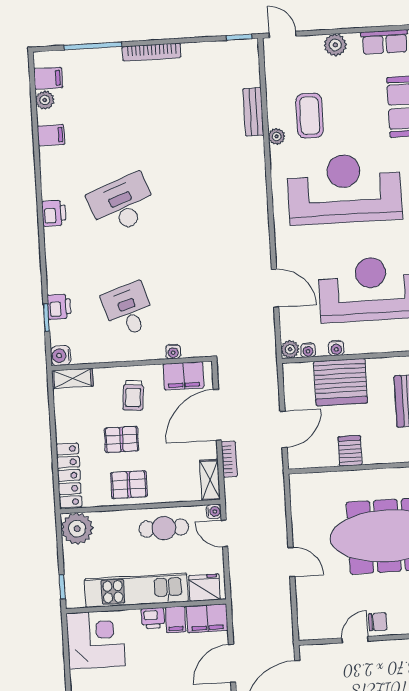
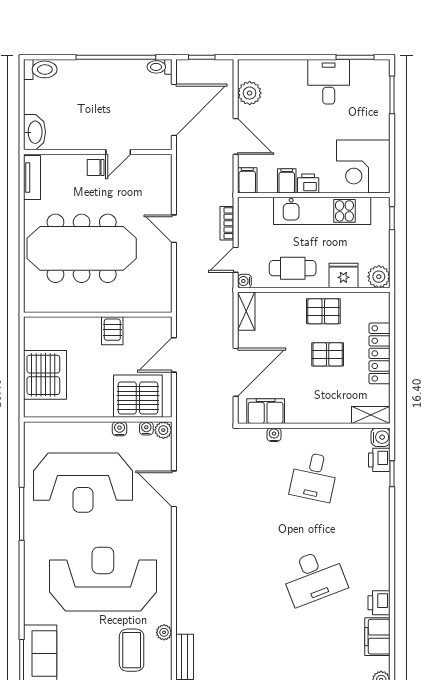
filing cabinet: (51, 135) -> (377, 637), width x2.00
reception desk: (344, 189) -> (103, 579), turned 180
printer: (54, 213) -> (379, 603), moved
printer: (59, 307) -> (379, 460), moved
desk: (128, 310) -> (314, 477), turned 30
server rack: (341, 382) -> (138, 396), moved
trolley: (133, 395) -> (314, 395), removed
bookcase: (229, 459) -> (227, 223), moved
locker: (69, 475) -> (380, 353), moved
plant: (77, 529) -> (379, 277), width x0.73, depth x0.73
door: (224, 533) -> (236, 260), swing flipped
fridge: (204, 588) -> (343, 275), moved, turned 180
filing cabinet: (207, 618) -> (247, 180), width x0.50
door: (232, 663) -> (236, 136), hinge flipped

